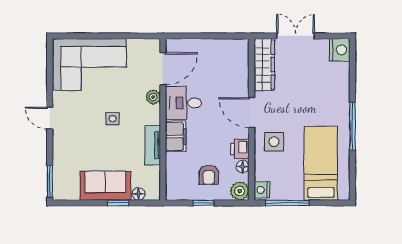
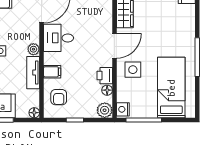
plant: (153, 97) -> (33, 49), moved
door: (252, 112) -> (114, 46), swing flipped
filing cabinet: (176, 137) -> (52, 72), width x0.50
armchair: (209, 175) -> (59, 97), moved
floor lamp: (138, 194) -> (34, 113), moved

